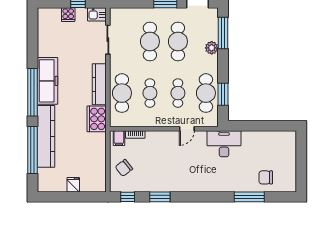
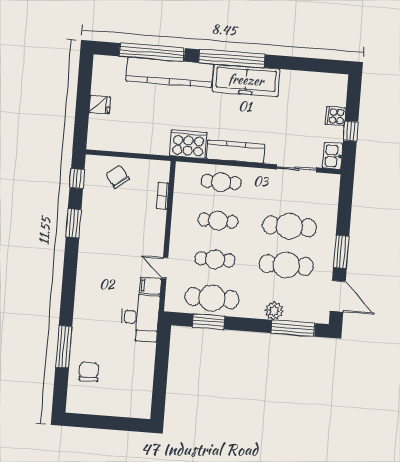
cafe table: (122, 93) -> (221, 182), width x0.73, depth x0.74
filing cabinet: (119, 138) -> (150, 286), moved

